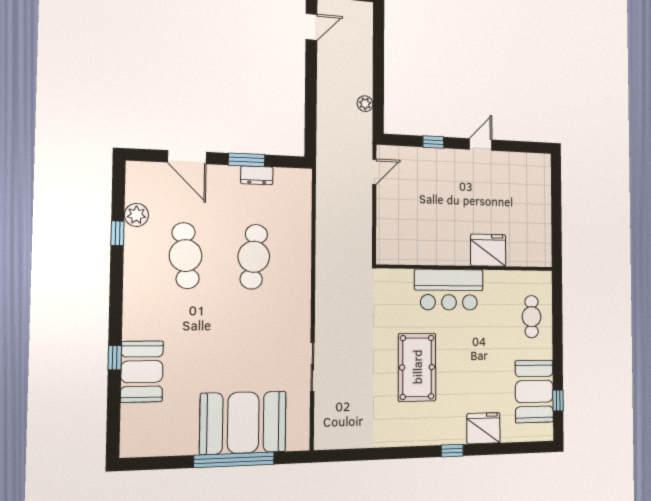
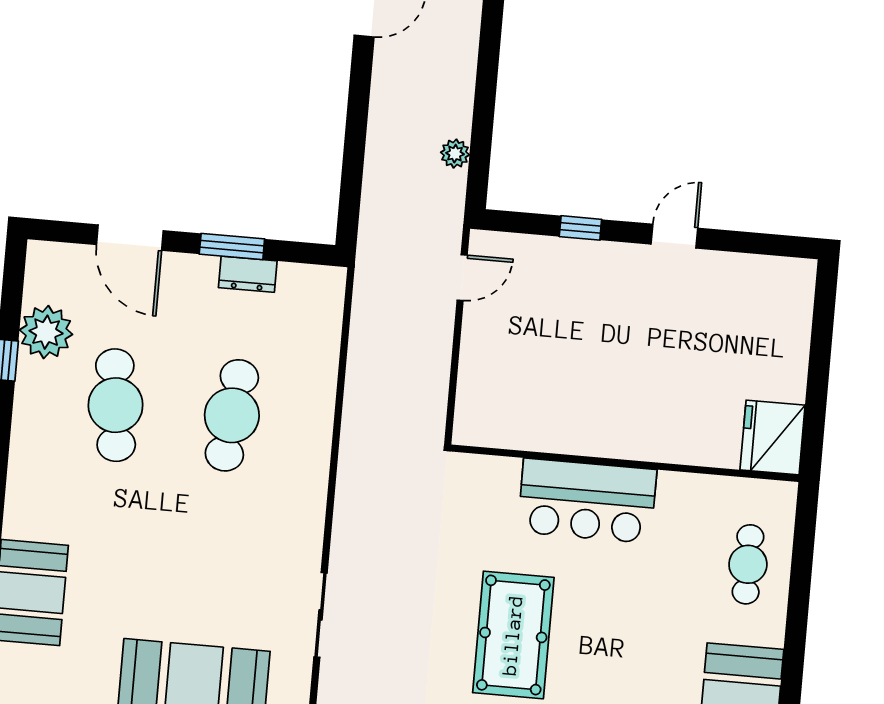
plant: (136, 215) -> (46, 332), width x1.36, depth x1.36
fridge: (488, 250) -> (773, 437), moved, turned -90

